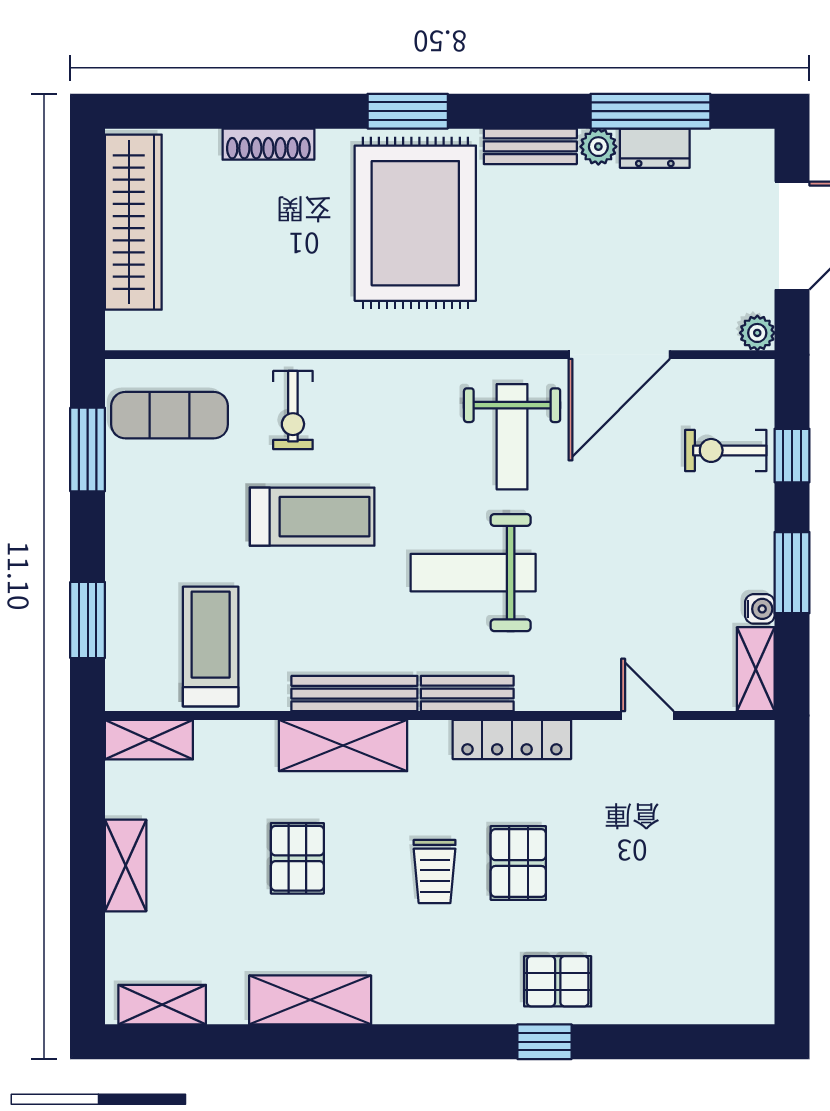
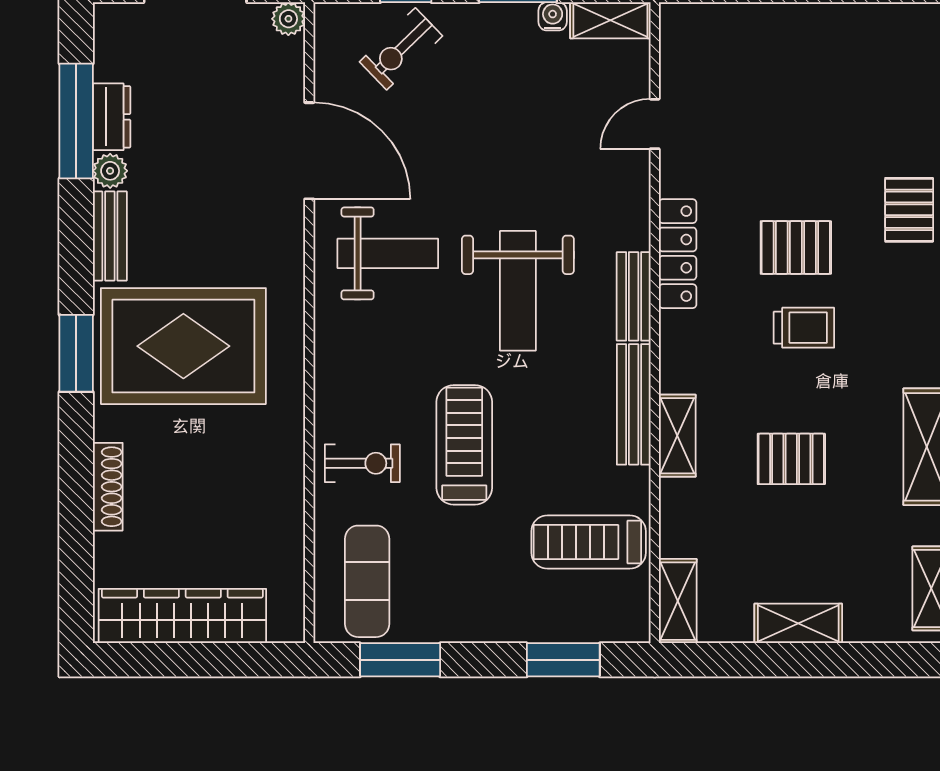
exercise bike: (726, 450) -> (401, 49), turned 46
shelving: (343, 746) -> (677, 436), width x0.67, depth x0.75

